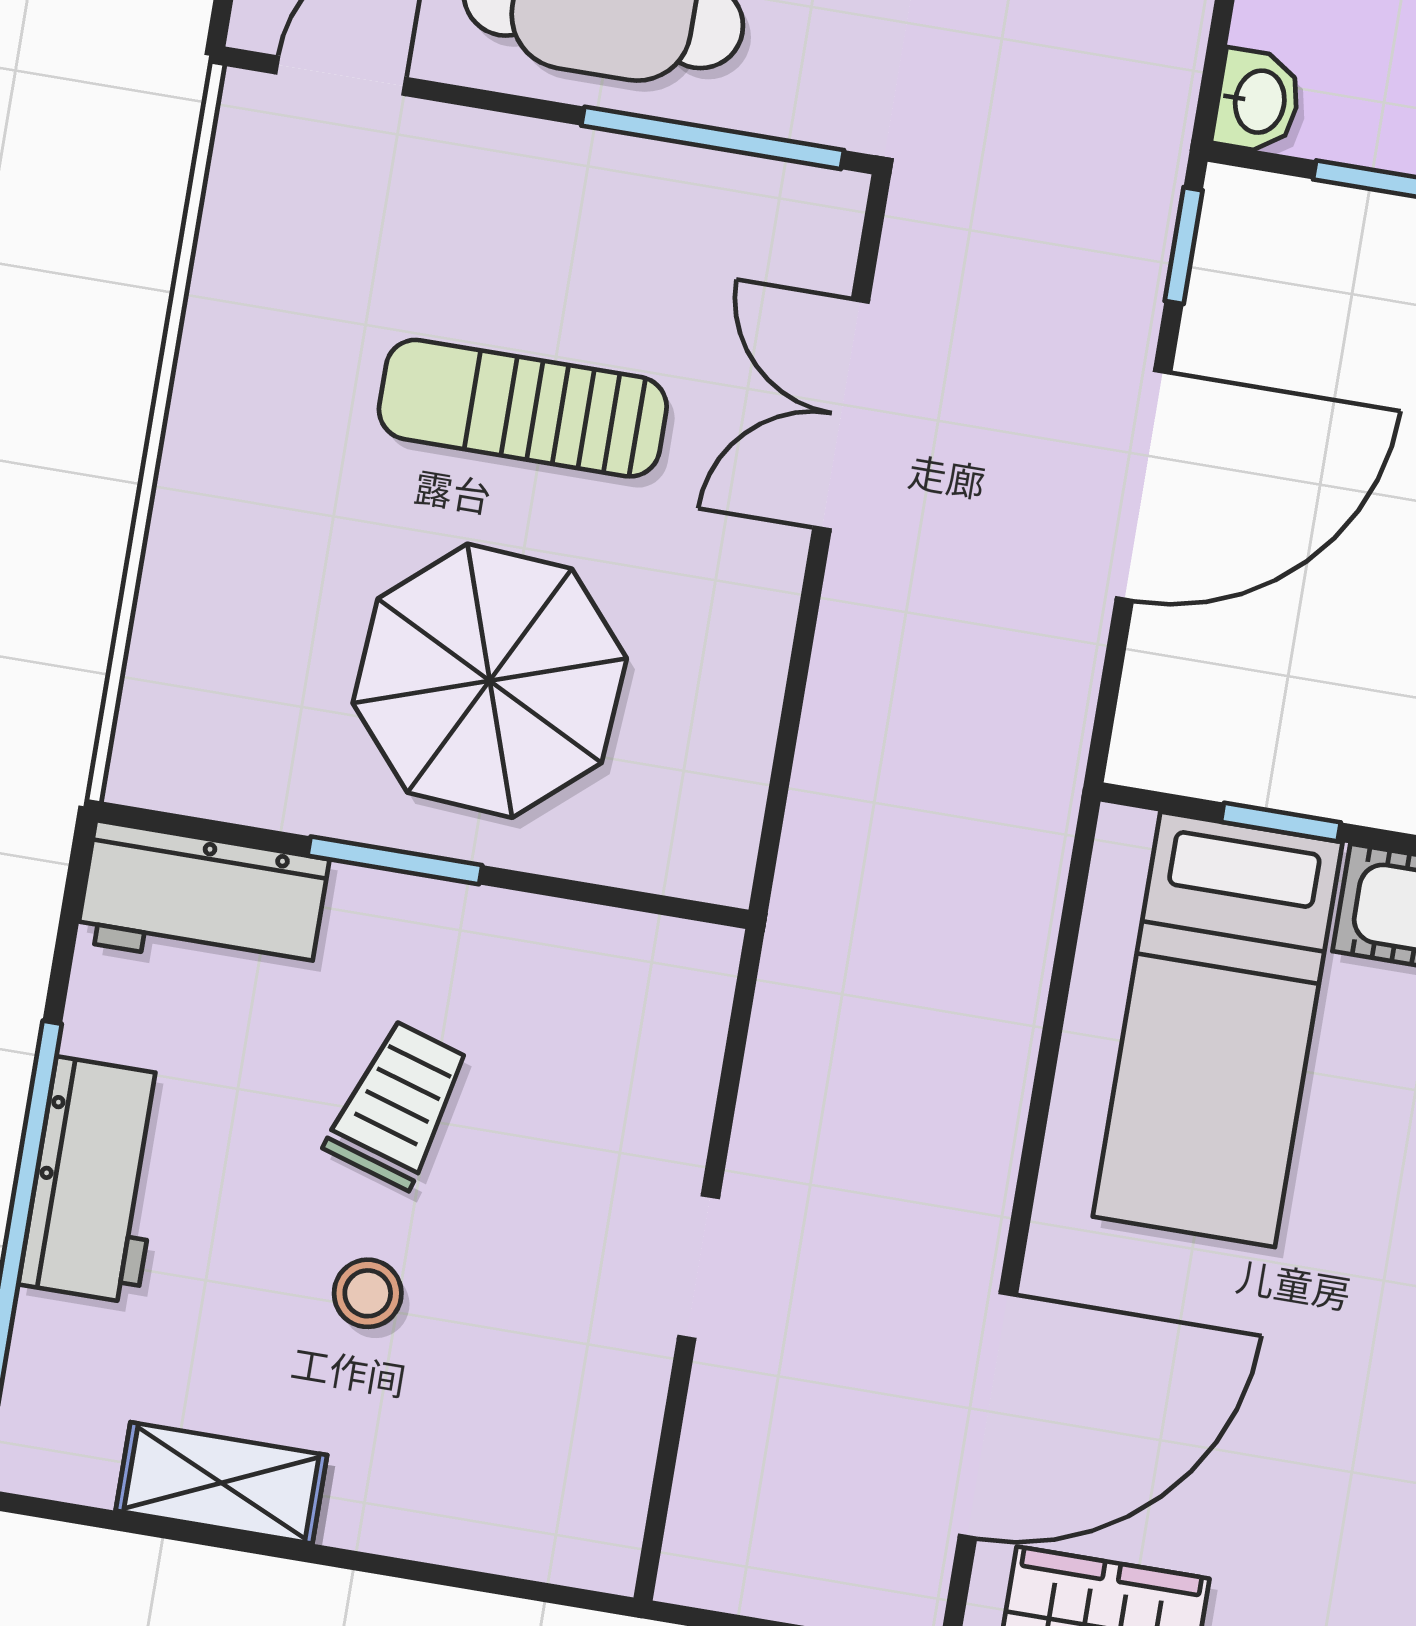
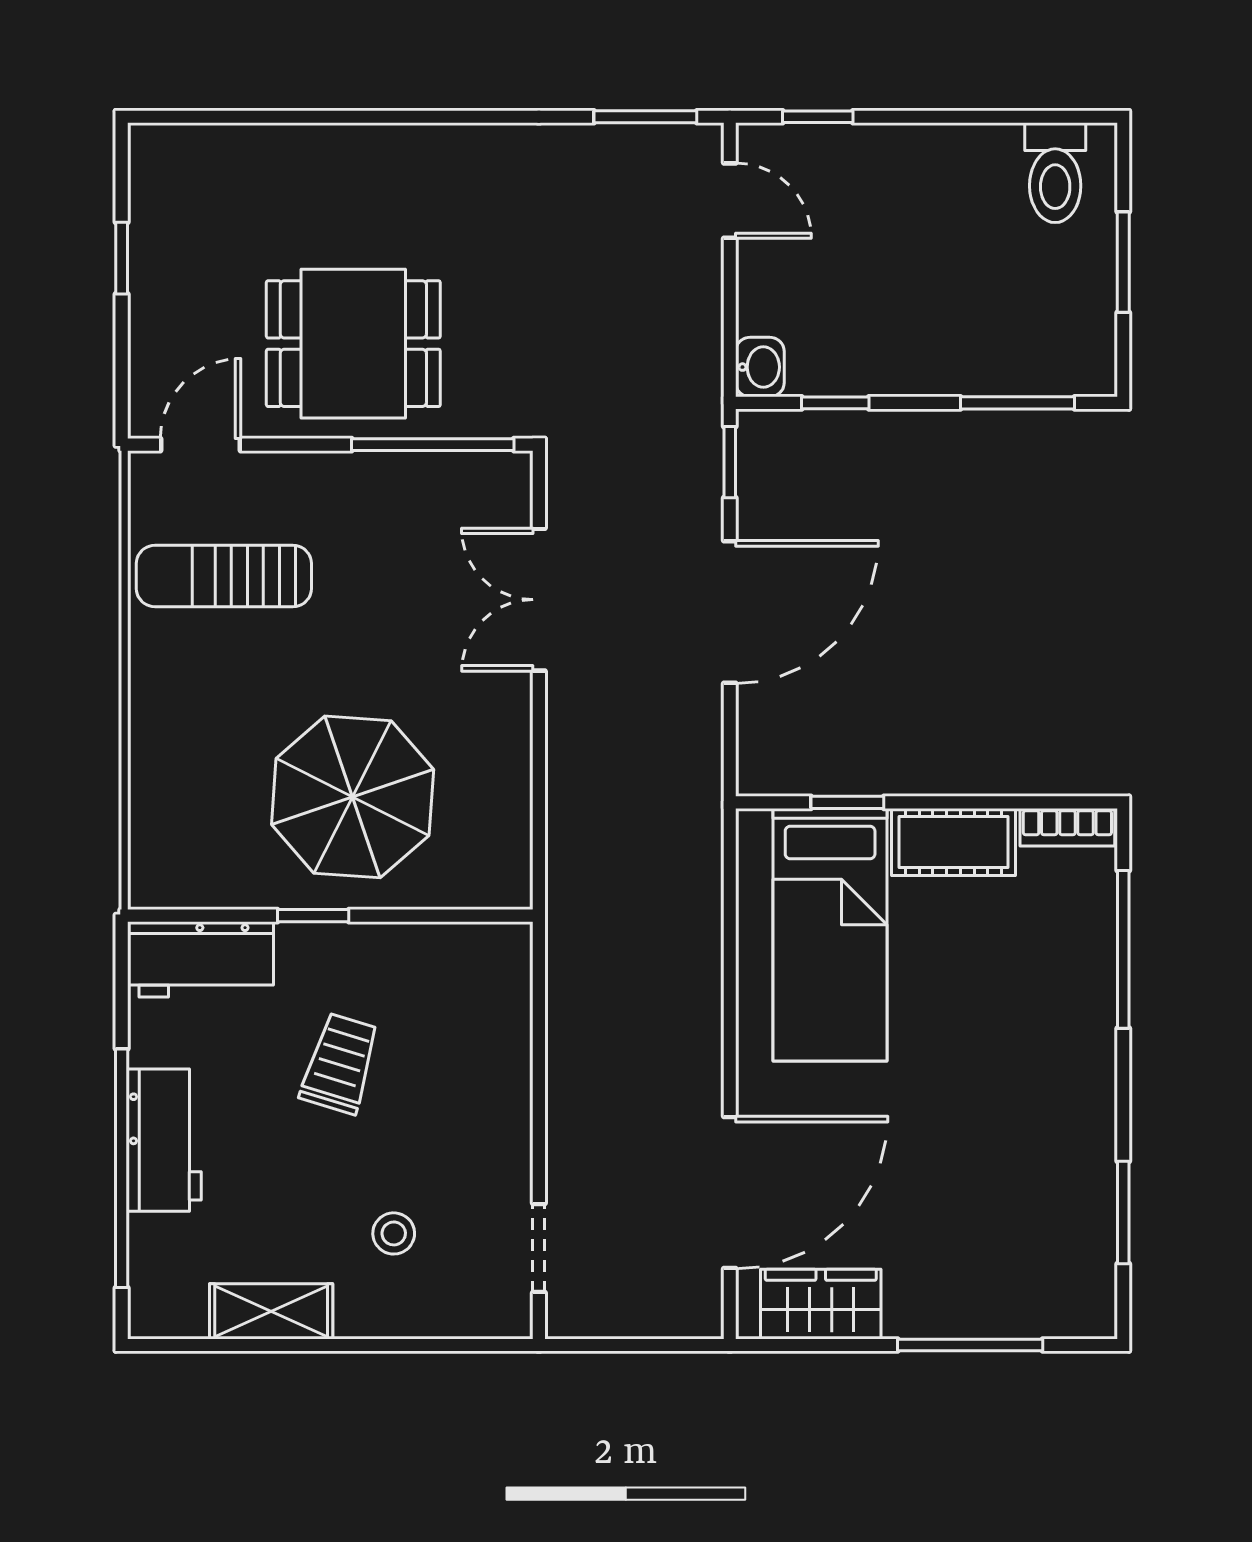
sun lounger: (523, 408) -> (224, 576), moved
window: (395, 860) -> (313, 916), width x0.67
doorway: (699, 1267) -> (539, 1248), moved
stool: (368, 1293) -> (394, 1233), moved

